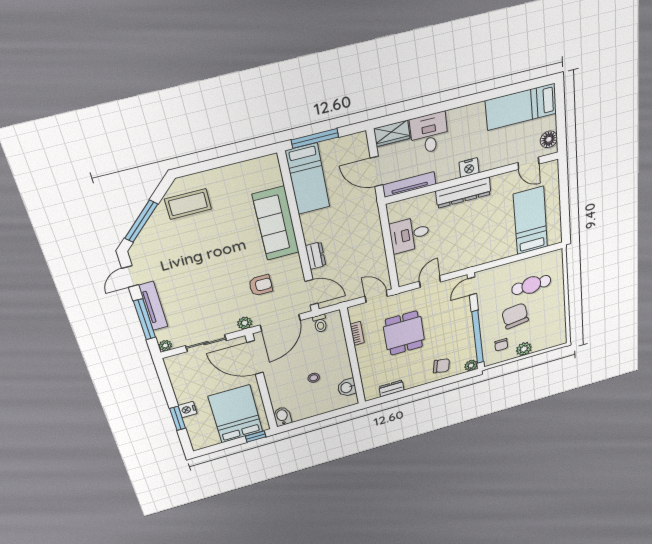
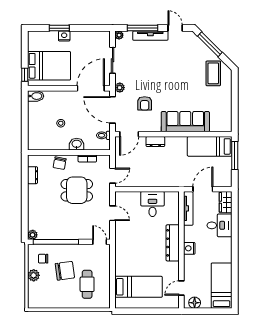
chair: (441, 366) -> (60, 163), moved
washbasin: (347, 388) -> (77, 144), moved

